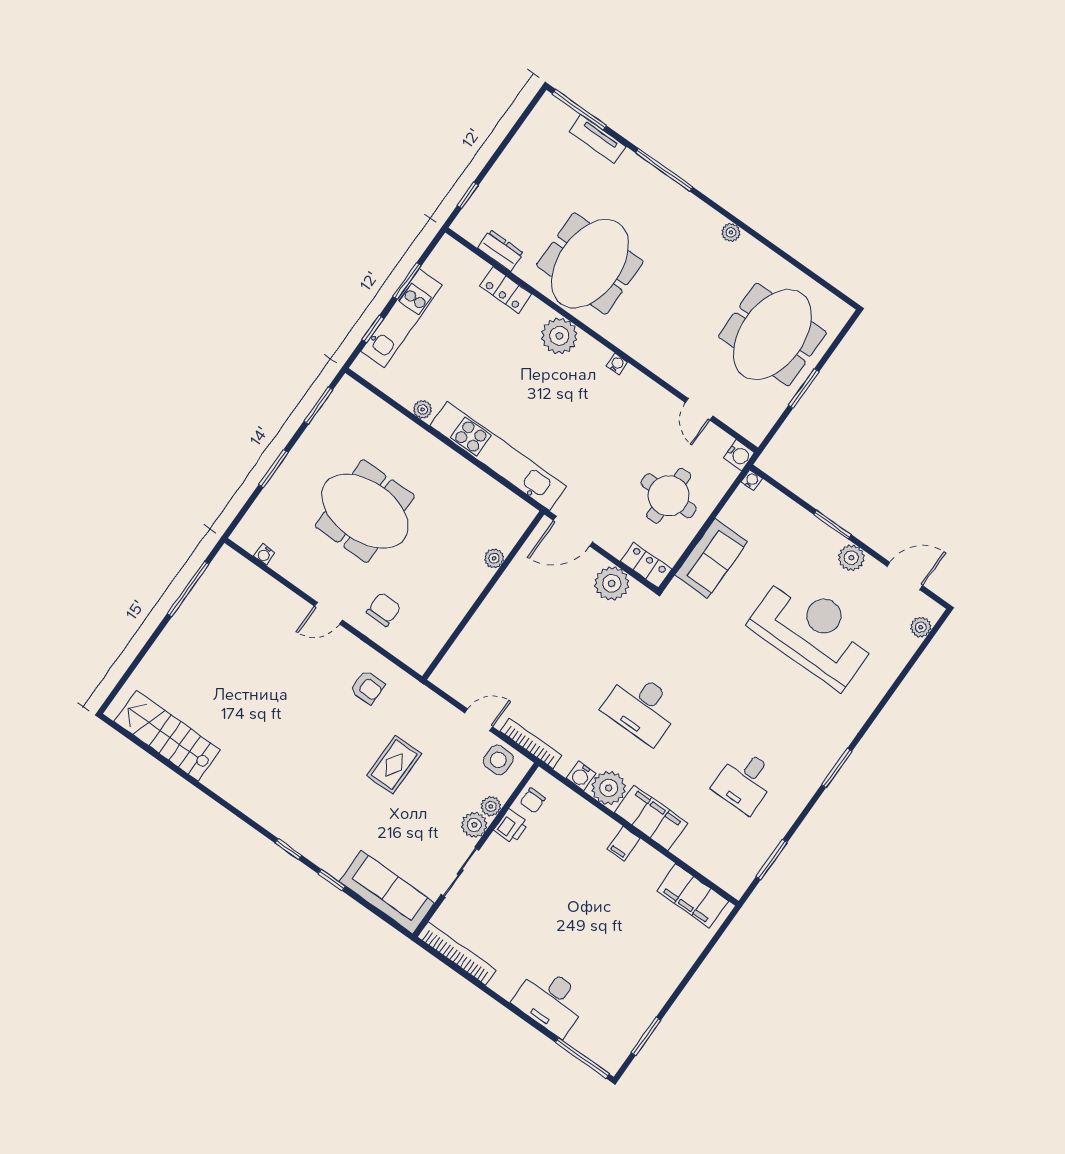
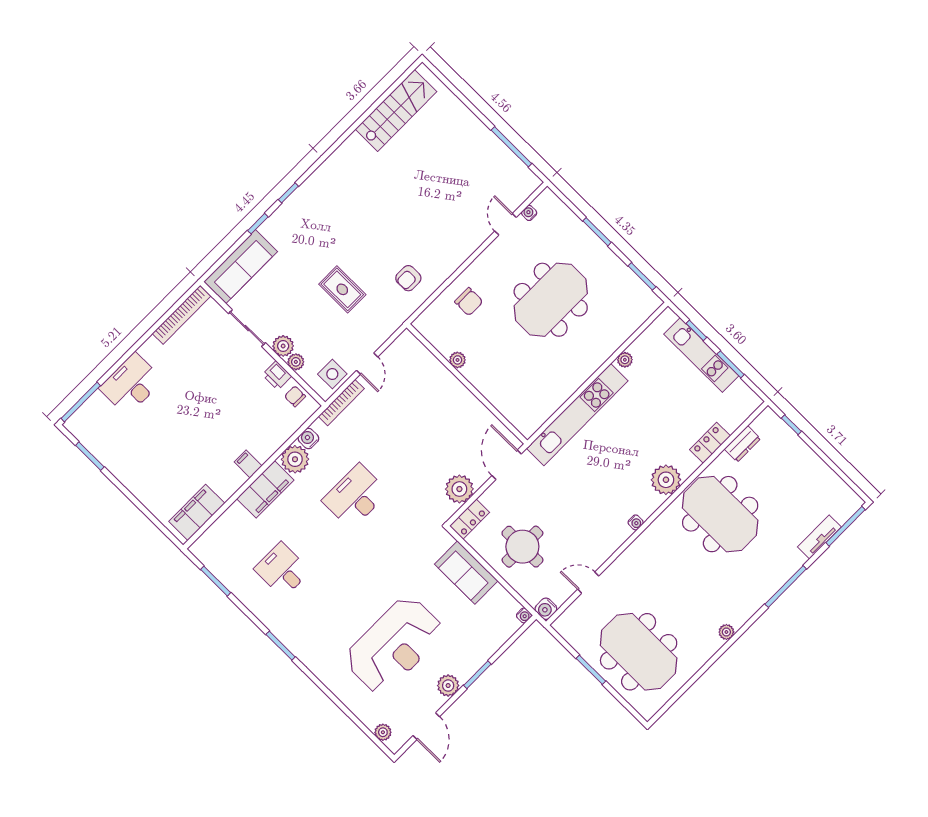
plant: (494, 558) -> (457, 360), moved
door: (328, 613) -> (506, 224), moved

